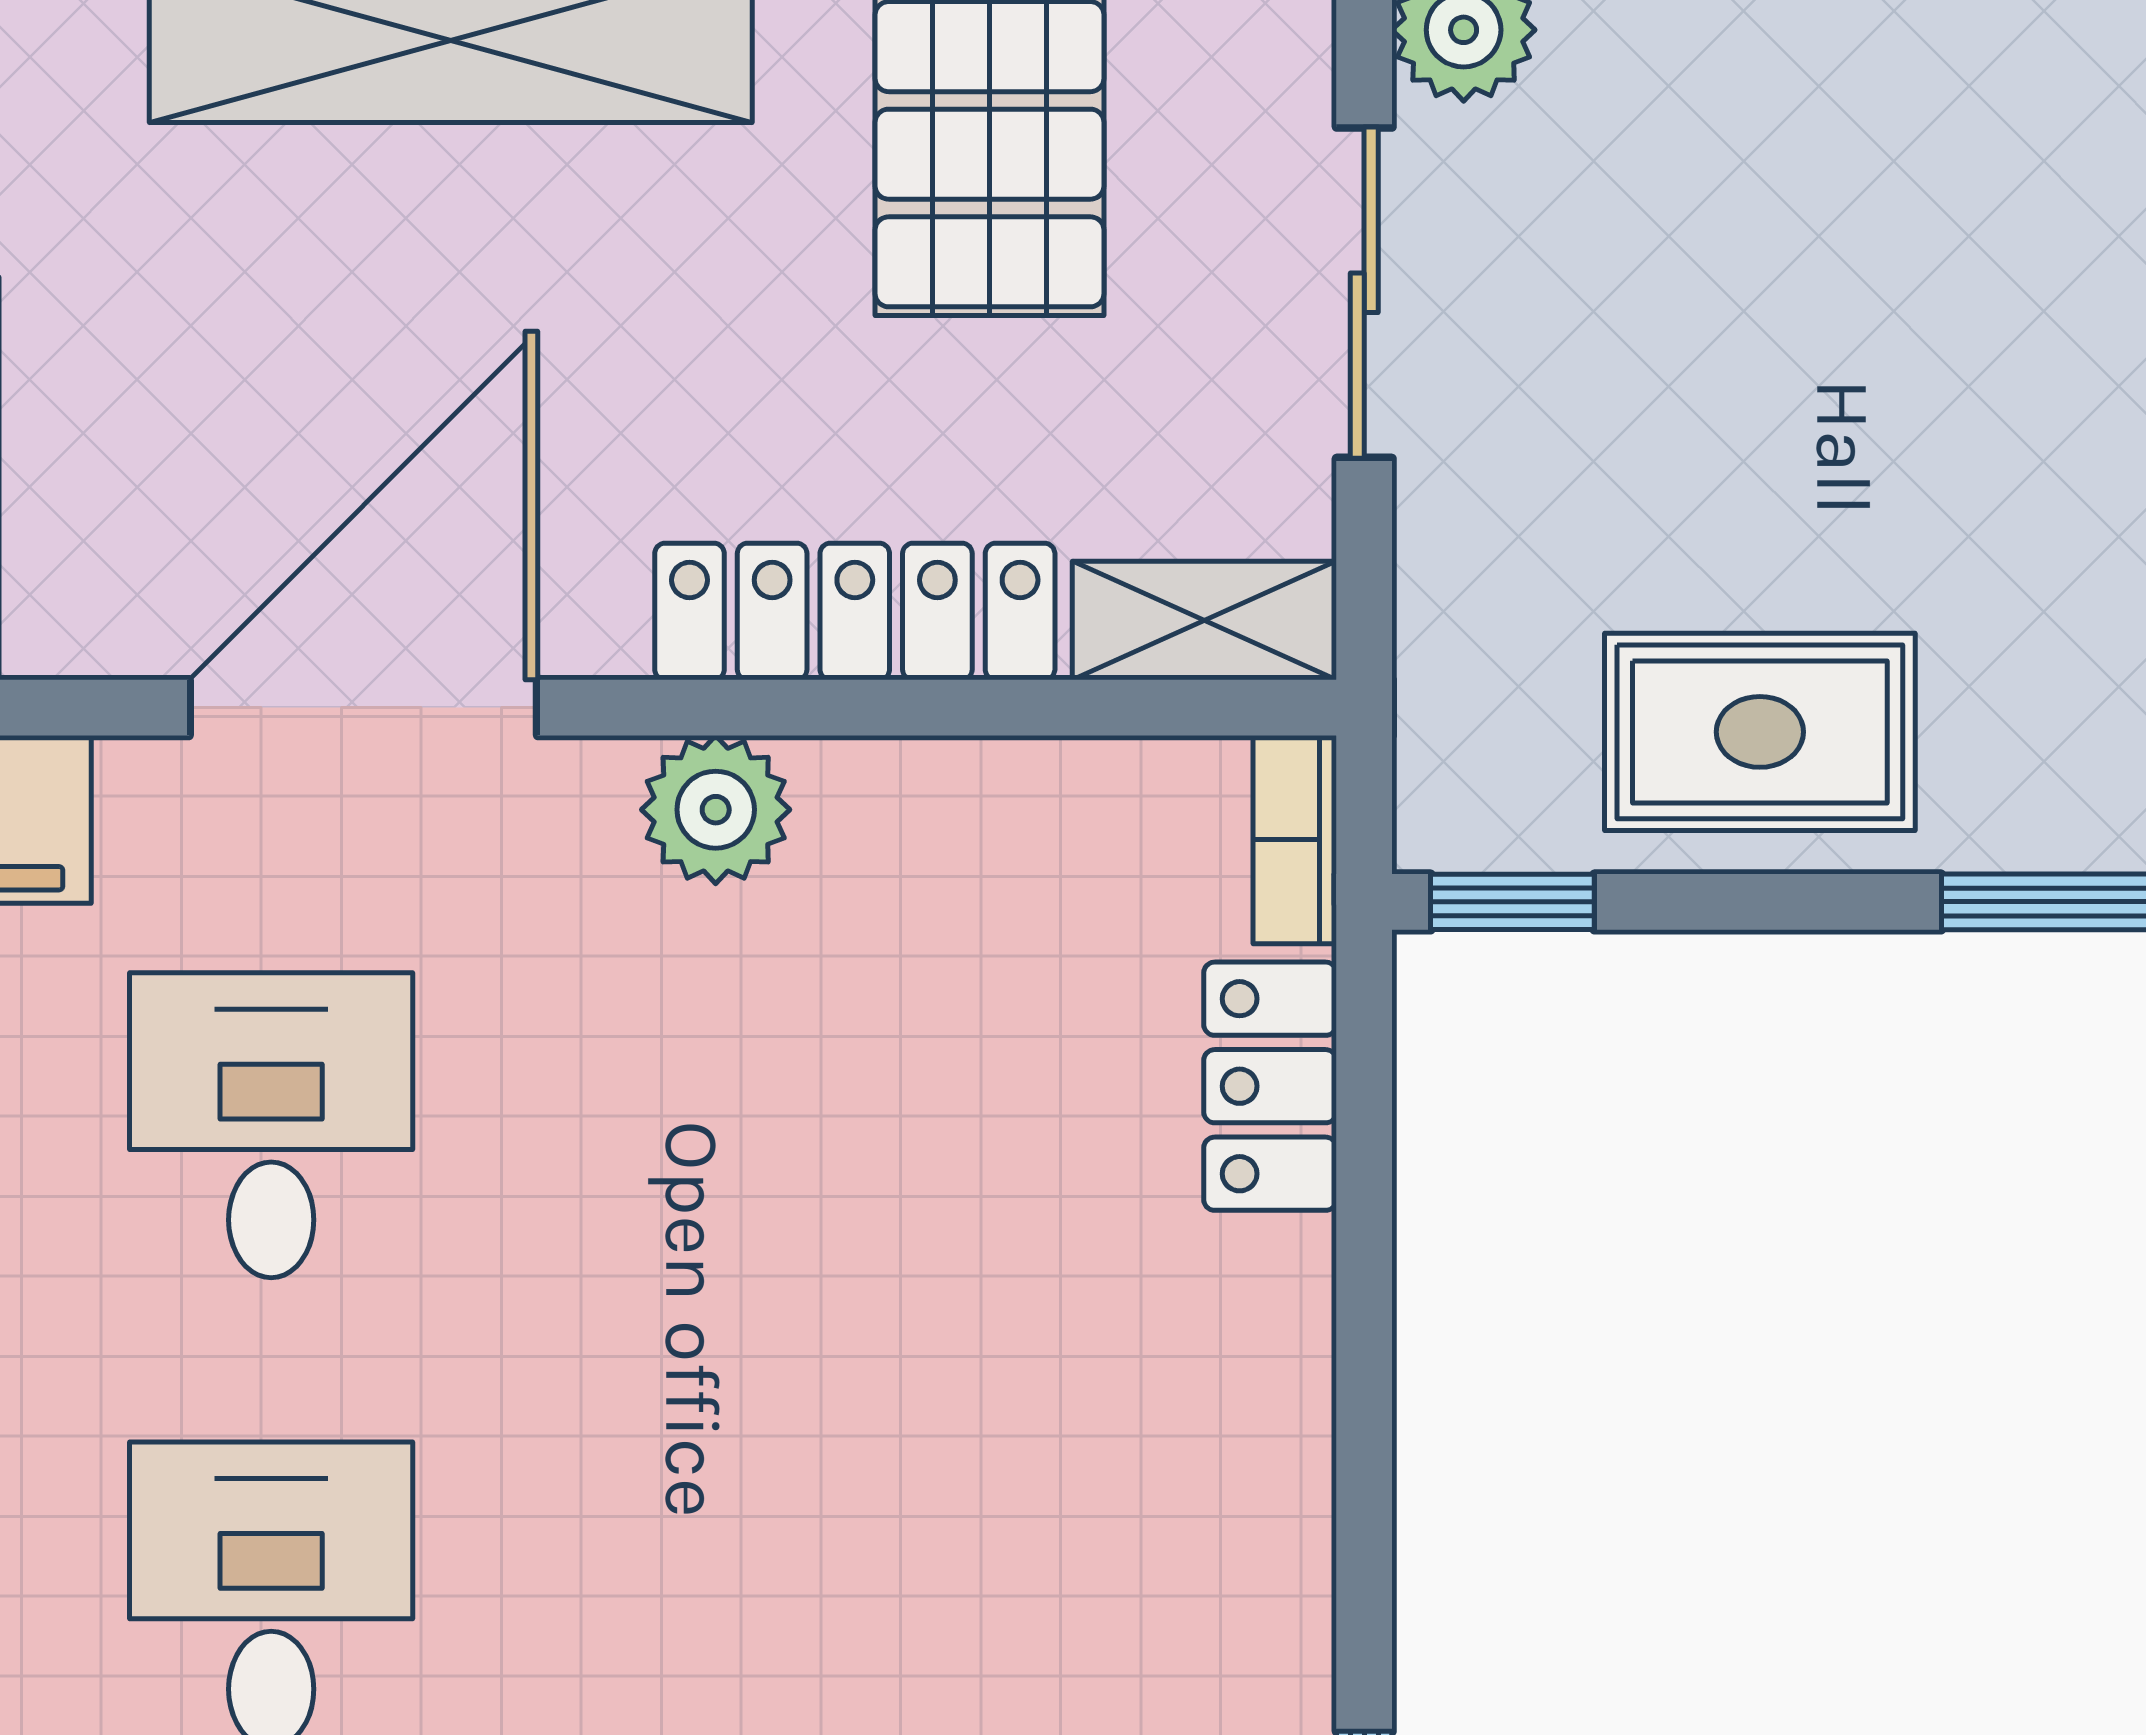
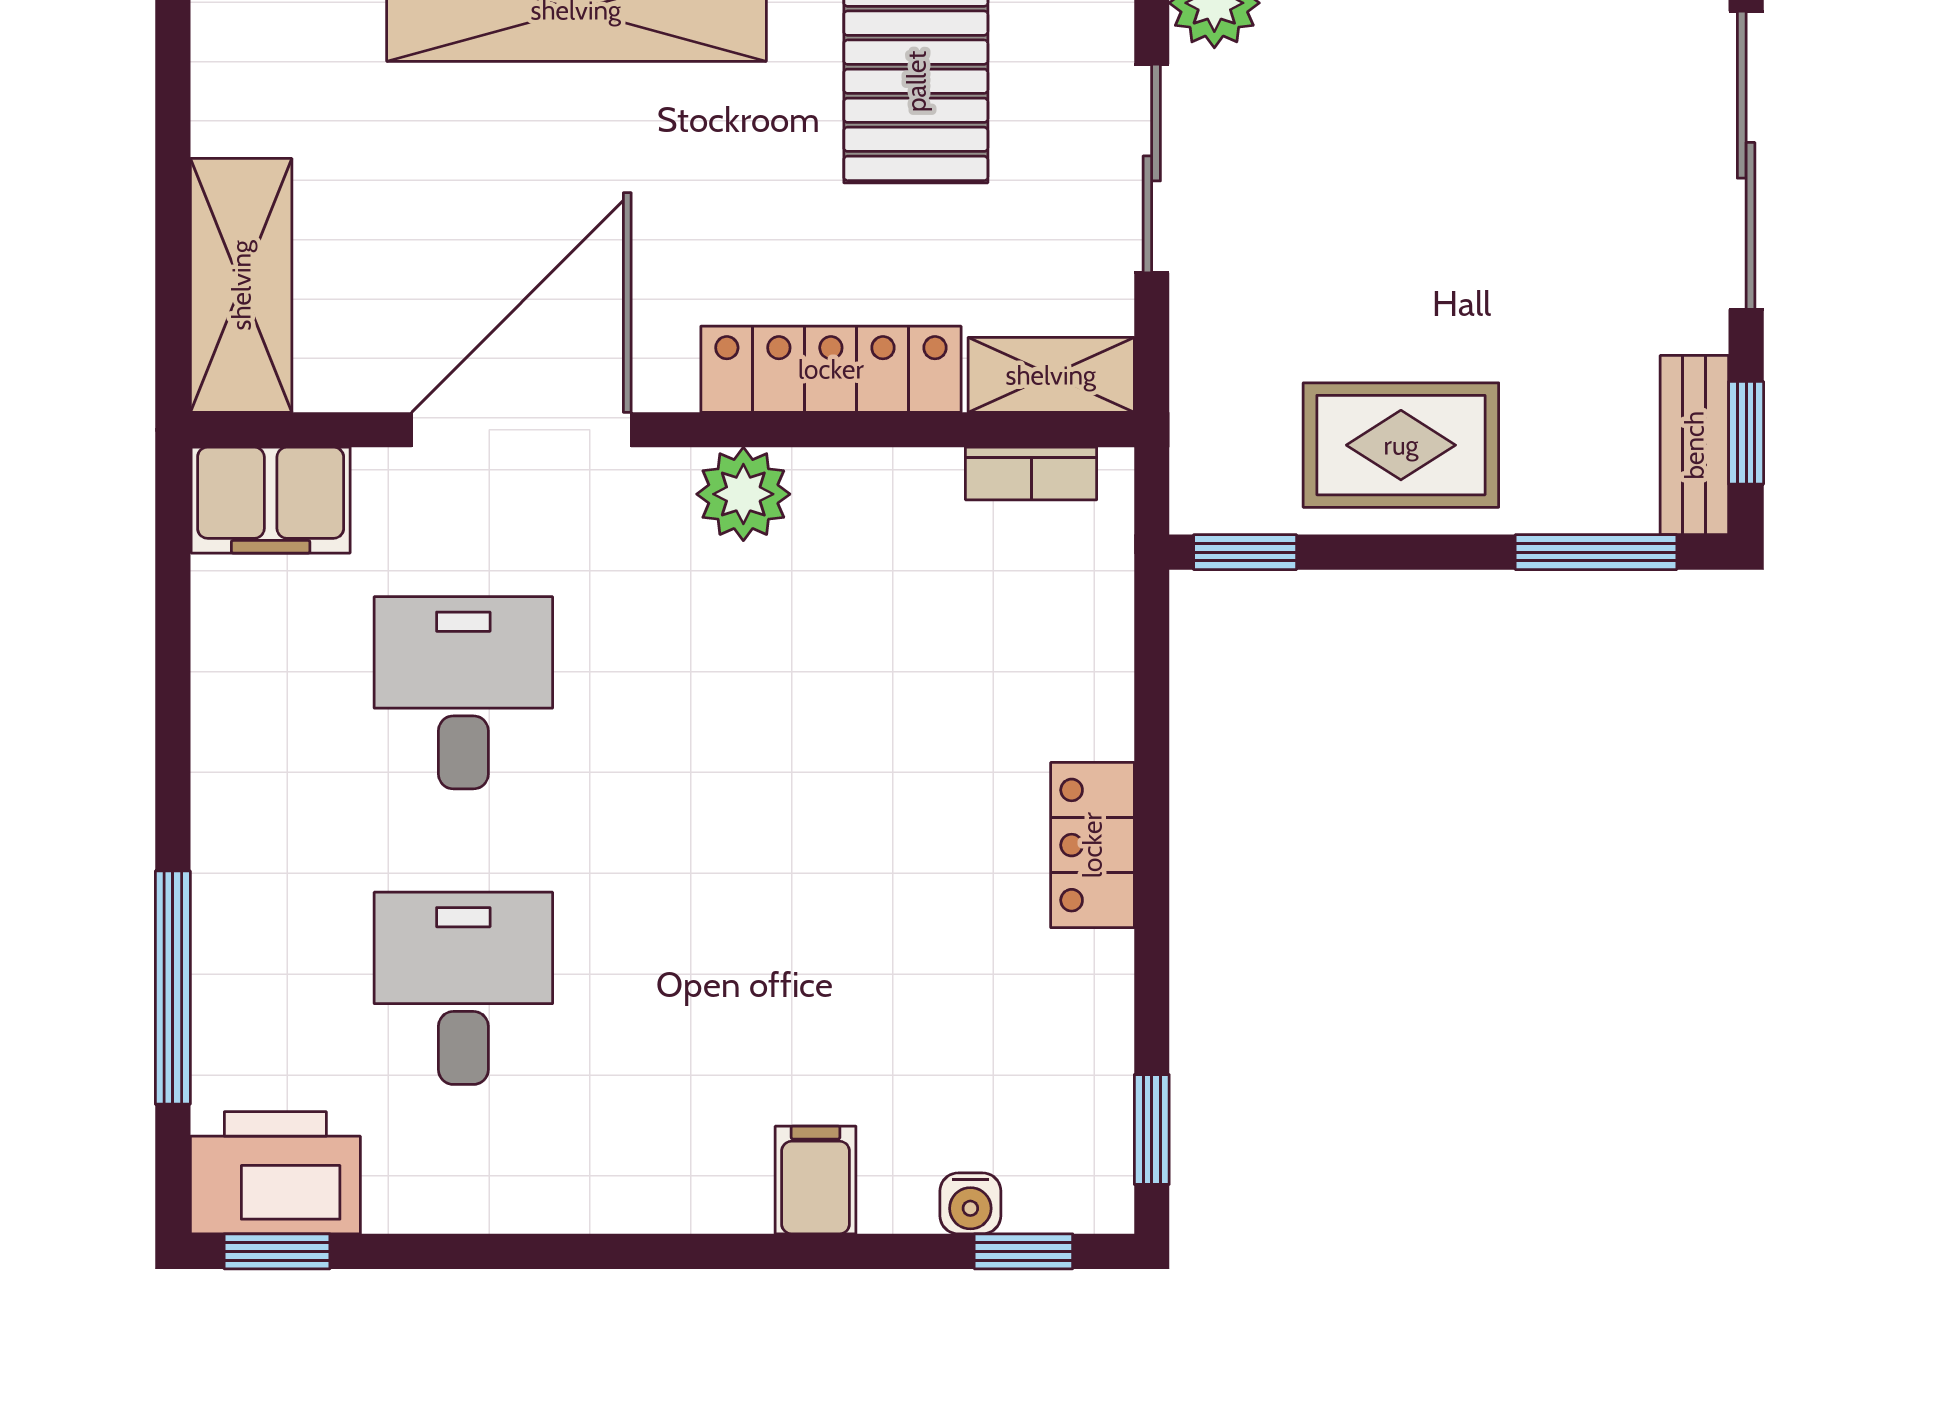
bookcase: (1295, 840) -> (1031, 474), moved, turned -90
locker: (1270, 1086) -> (1092, 845), moved

